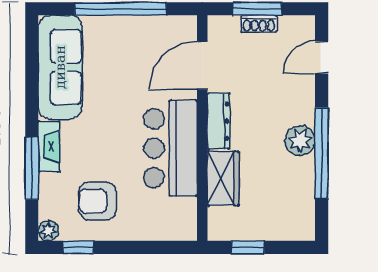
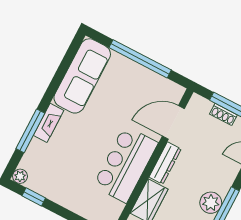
armchair: (97, 201) -> (61, 174), removed

